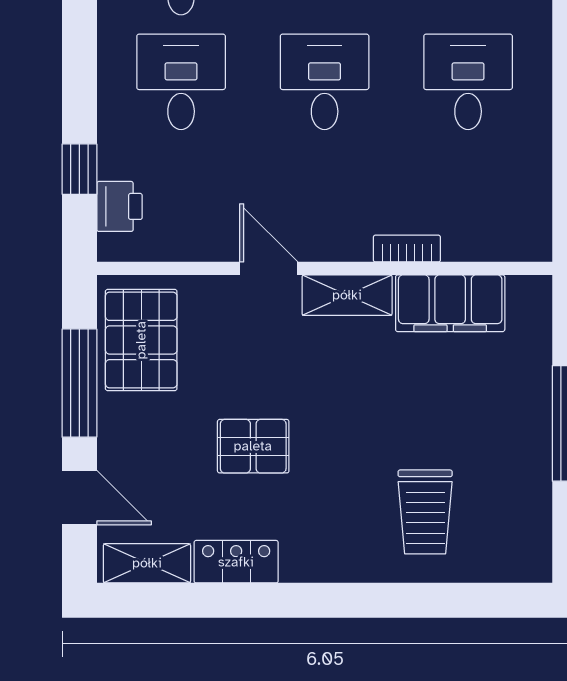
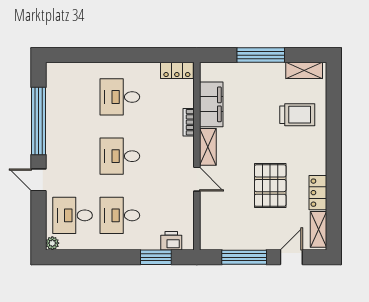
window: (79, 169) -> (156, 257), width x1.50
locker: (532, 220) -> (177, 70), added
door: (269, 268) -> (197, 179), swing flipped
pallet: (141, 340) -> (226, 232), removed
pallet: (253, 446) -> (270, 186), width x1.50, depth x1.42
shelving: (532, 529) -> (304, 70), added

